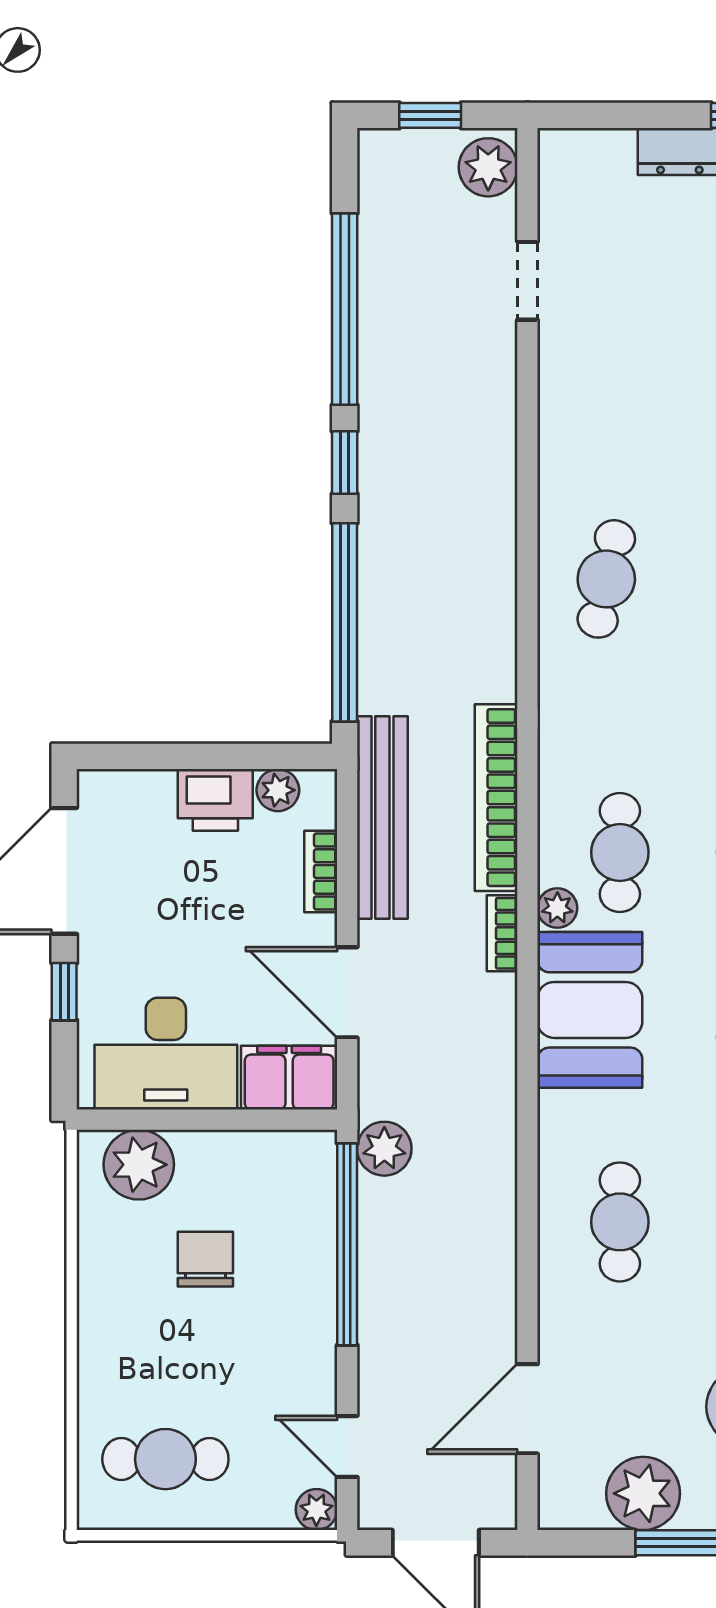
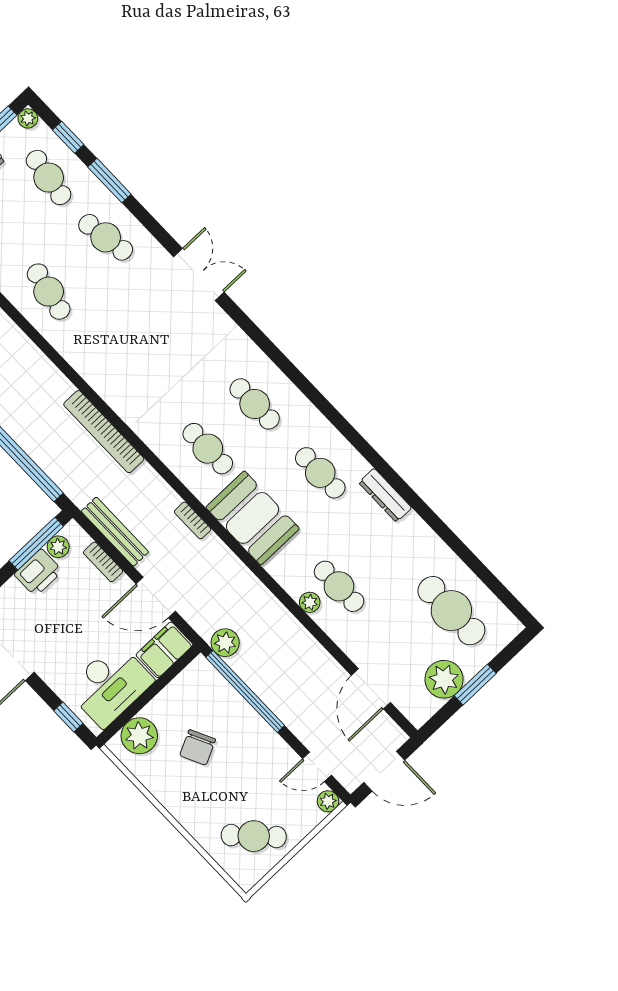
cafe table: (606, 579) -> (49, 292), moved
window: (251, 756) -> (36, 544), added
bookcase: (496, 798) -> (104, 432), moved
bench: (382, 818) -> (115, 532), width x0.73, depth x0.82
plant: (557, 908) -> (310, 602), moved
window: (64, 992) -> (68, 717), moved
chair: (205, 1259) -> (198, 747), turned -116
cafe table: (165, 1459) -> (254, 836), turned 46

